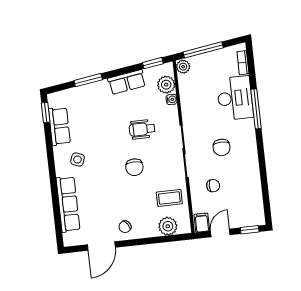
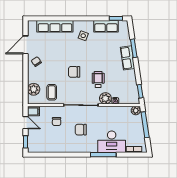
row of seats: (127, 82) -> (127, 58), moved
plant: (166, 85) -> (105, 98), moved
door: (101, 246) -> (25, 45), hinge flipped

